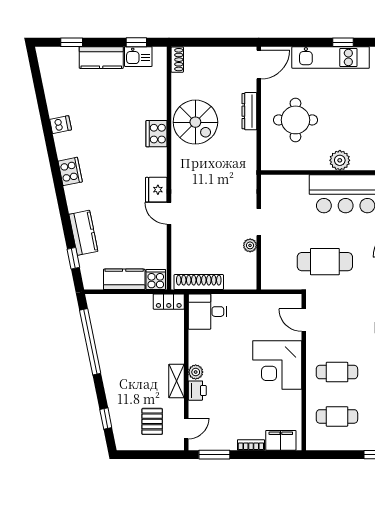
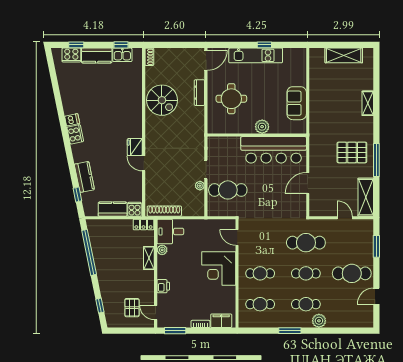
dishwasher: (61, 125) -> (72, 120), moved
cooker: (157, 134) -> (71, 55), moved, turned -90
cafe table: (325, 262) -> (228, 190), moved
plant: (196, 372) -> (162, 250), moved
shelving: (177, 381) -> (149, 258), moved
door: (186, 428) -> (156, 312), swing flipped

